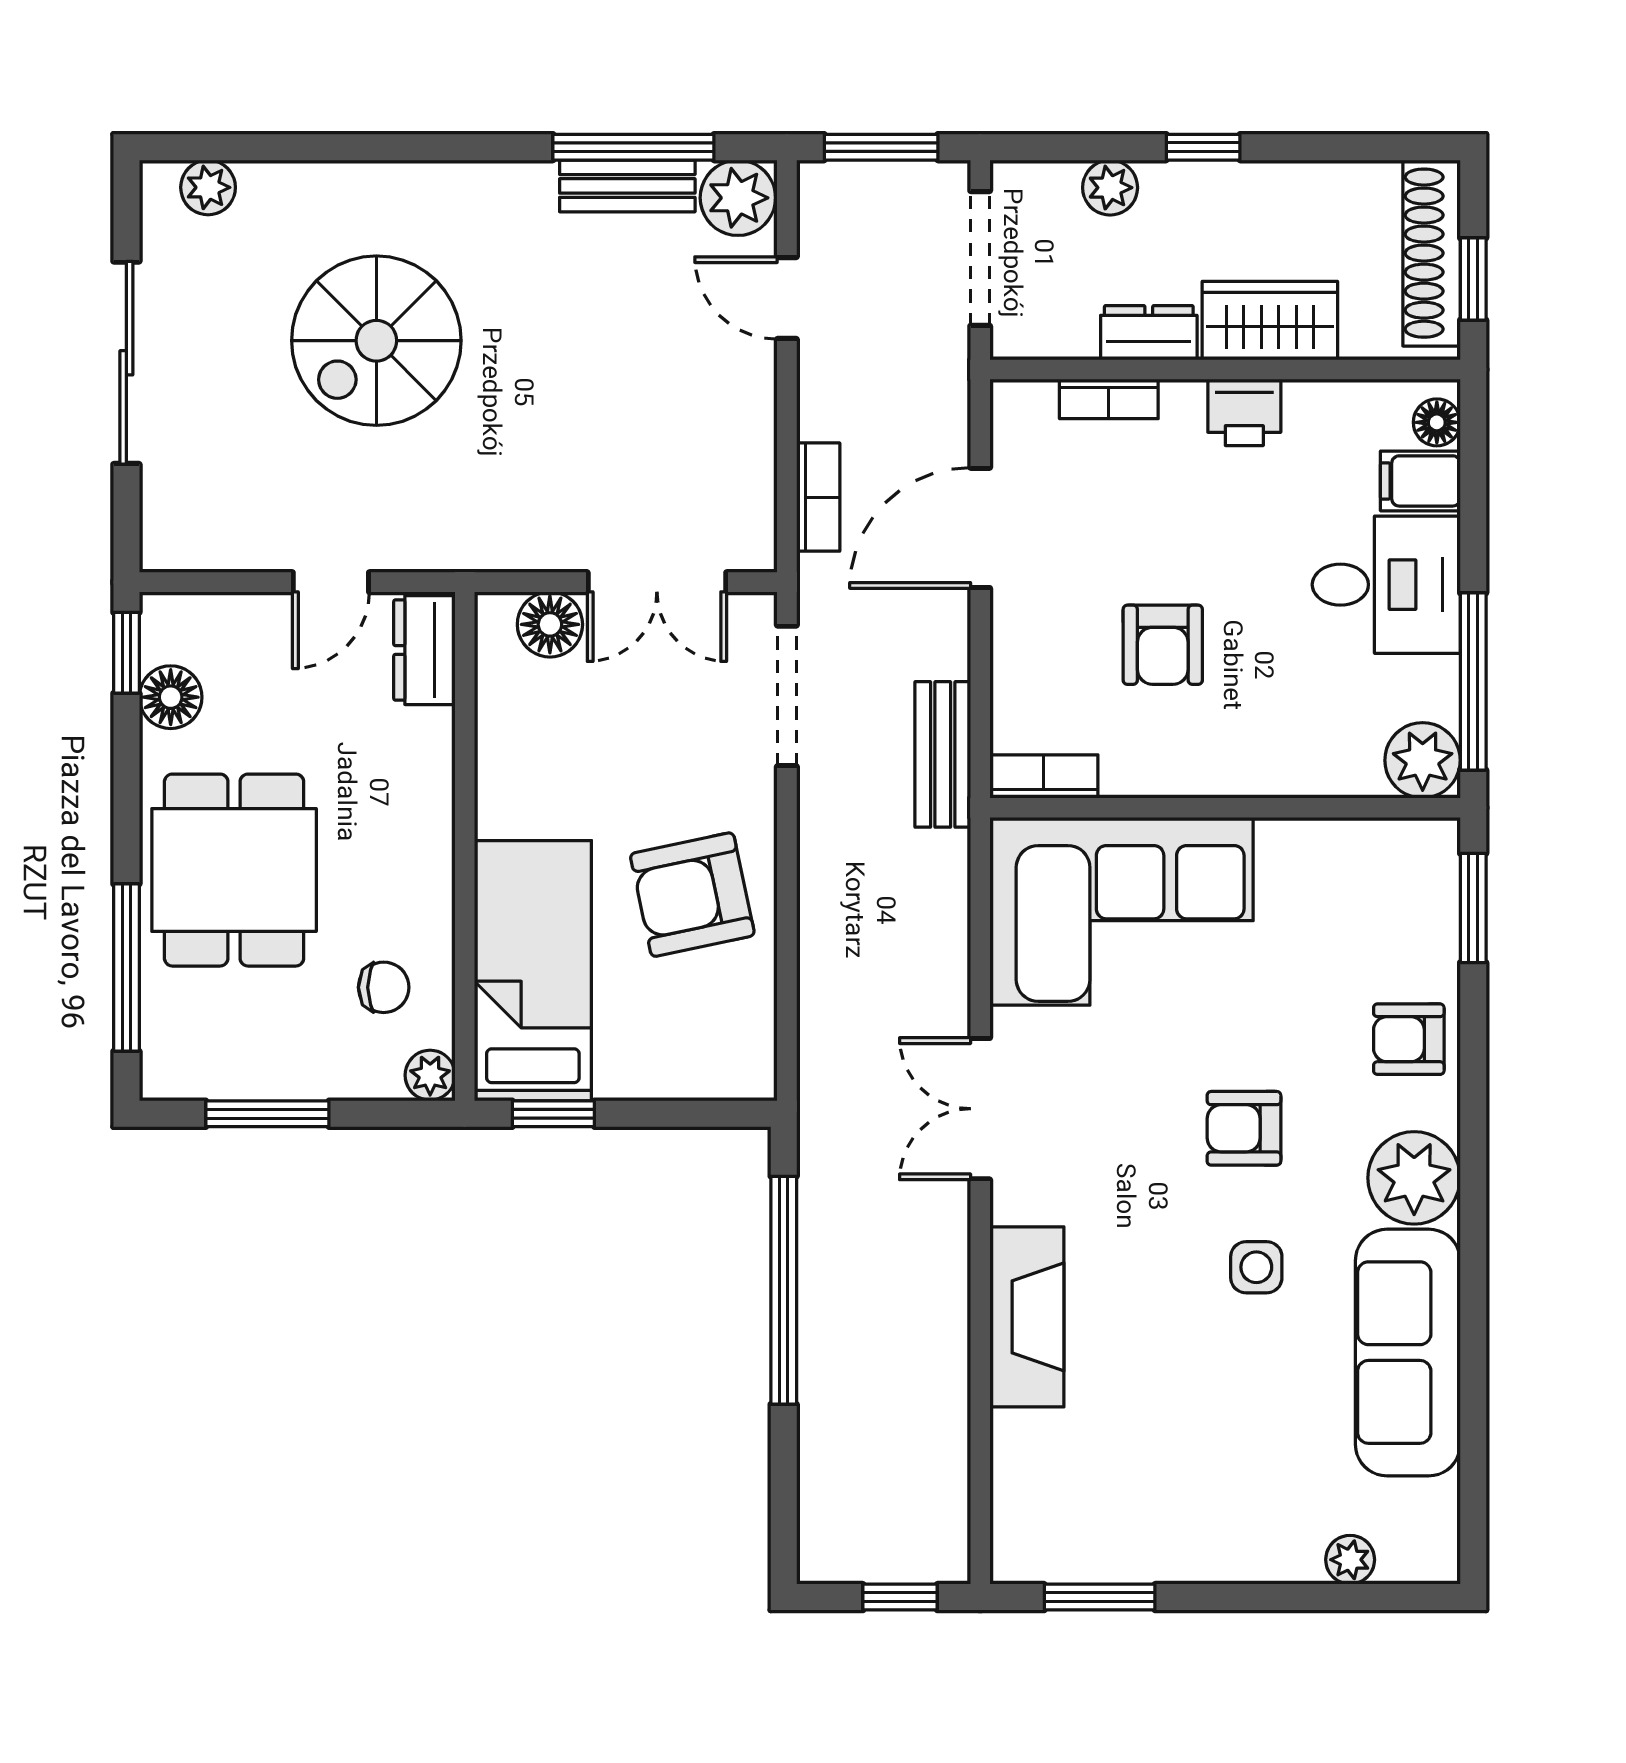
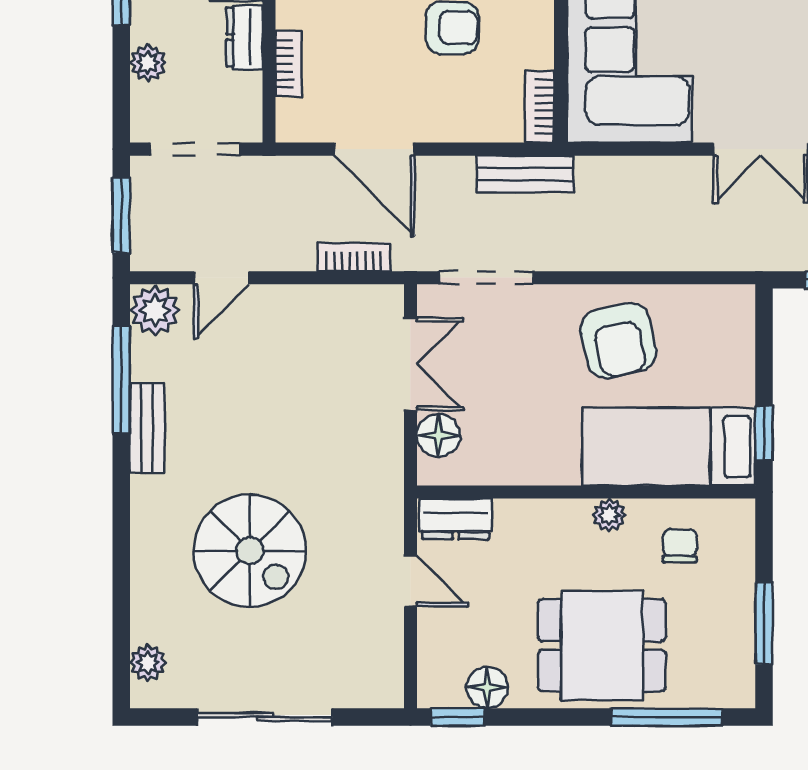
bench: (627, 186) -> (147, 428), moved
plant: (430, 1075) -> (609, 515), moved

